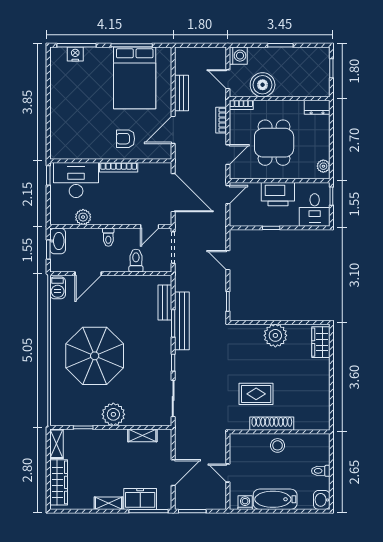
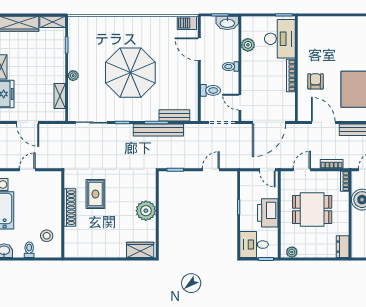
door: (228, 155) -> (302, 170), swing flipped
parasol: (95, 356) -> (130, 73), moved
plant: (113, 414) -> (73, 76), width x0.53, depth x0.53
stool: (278, 445) -> (47, 236), moved

